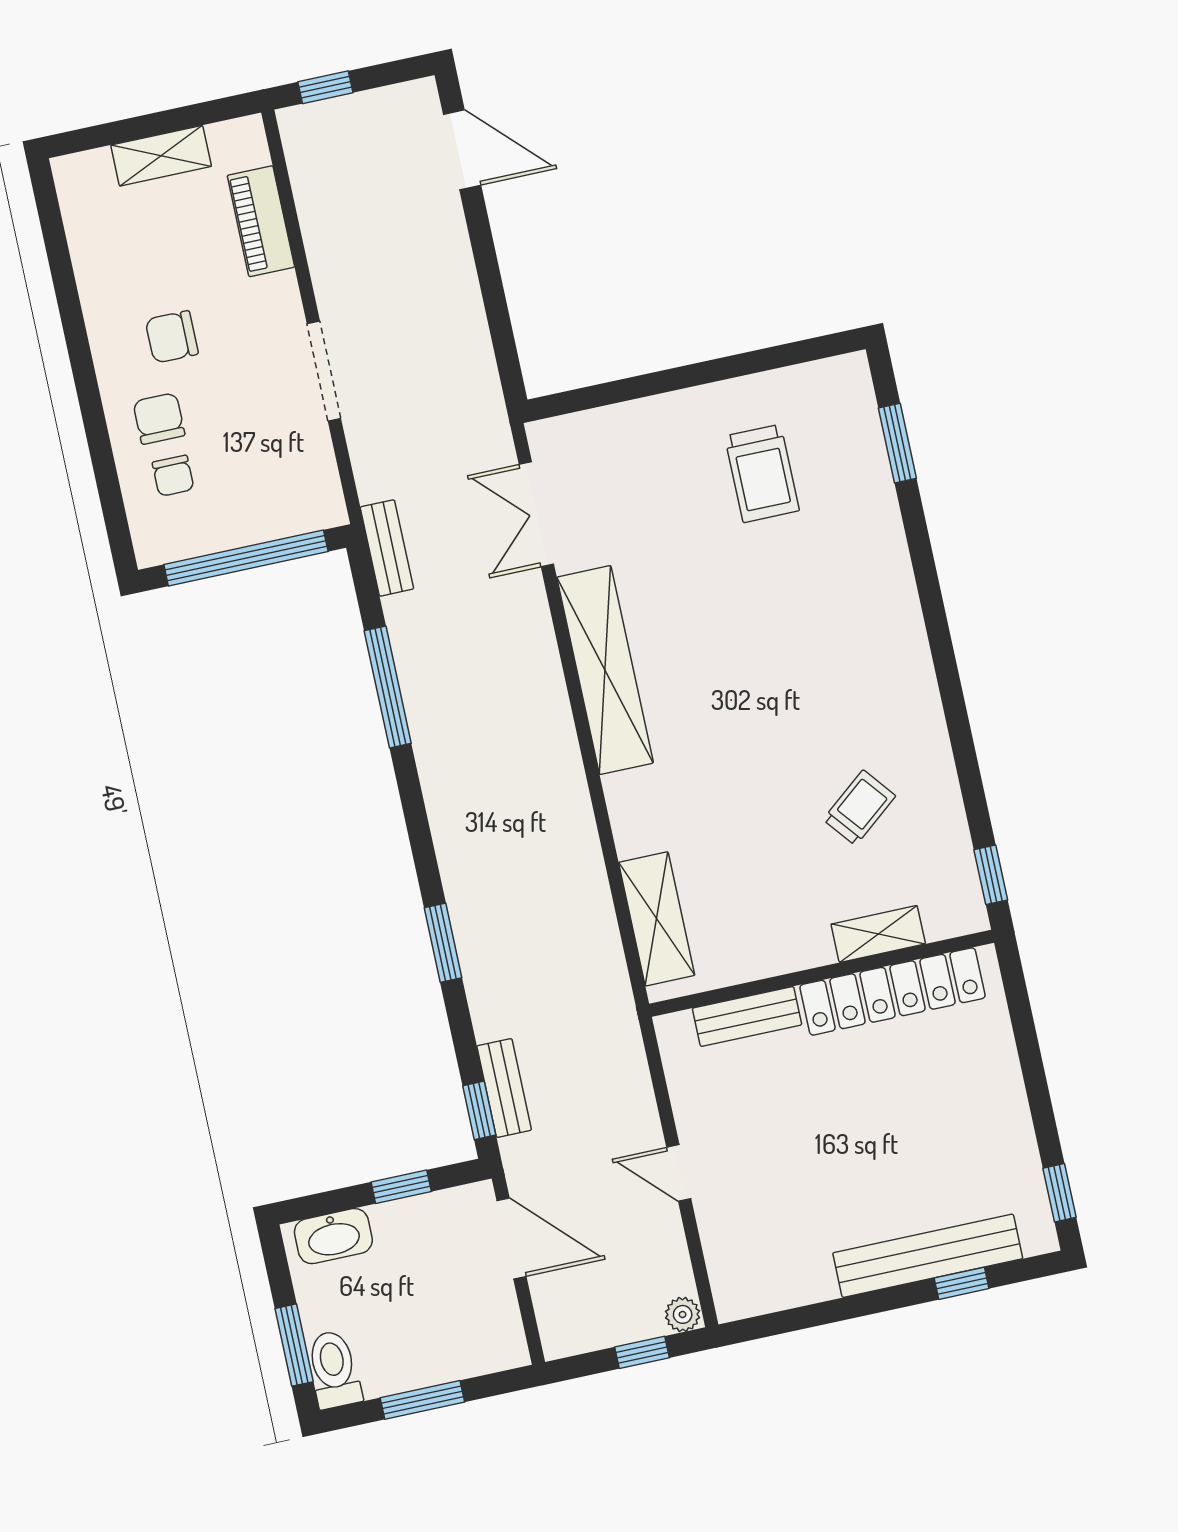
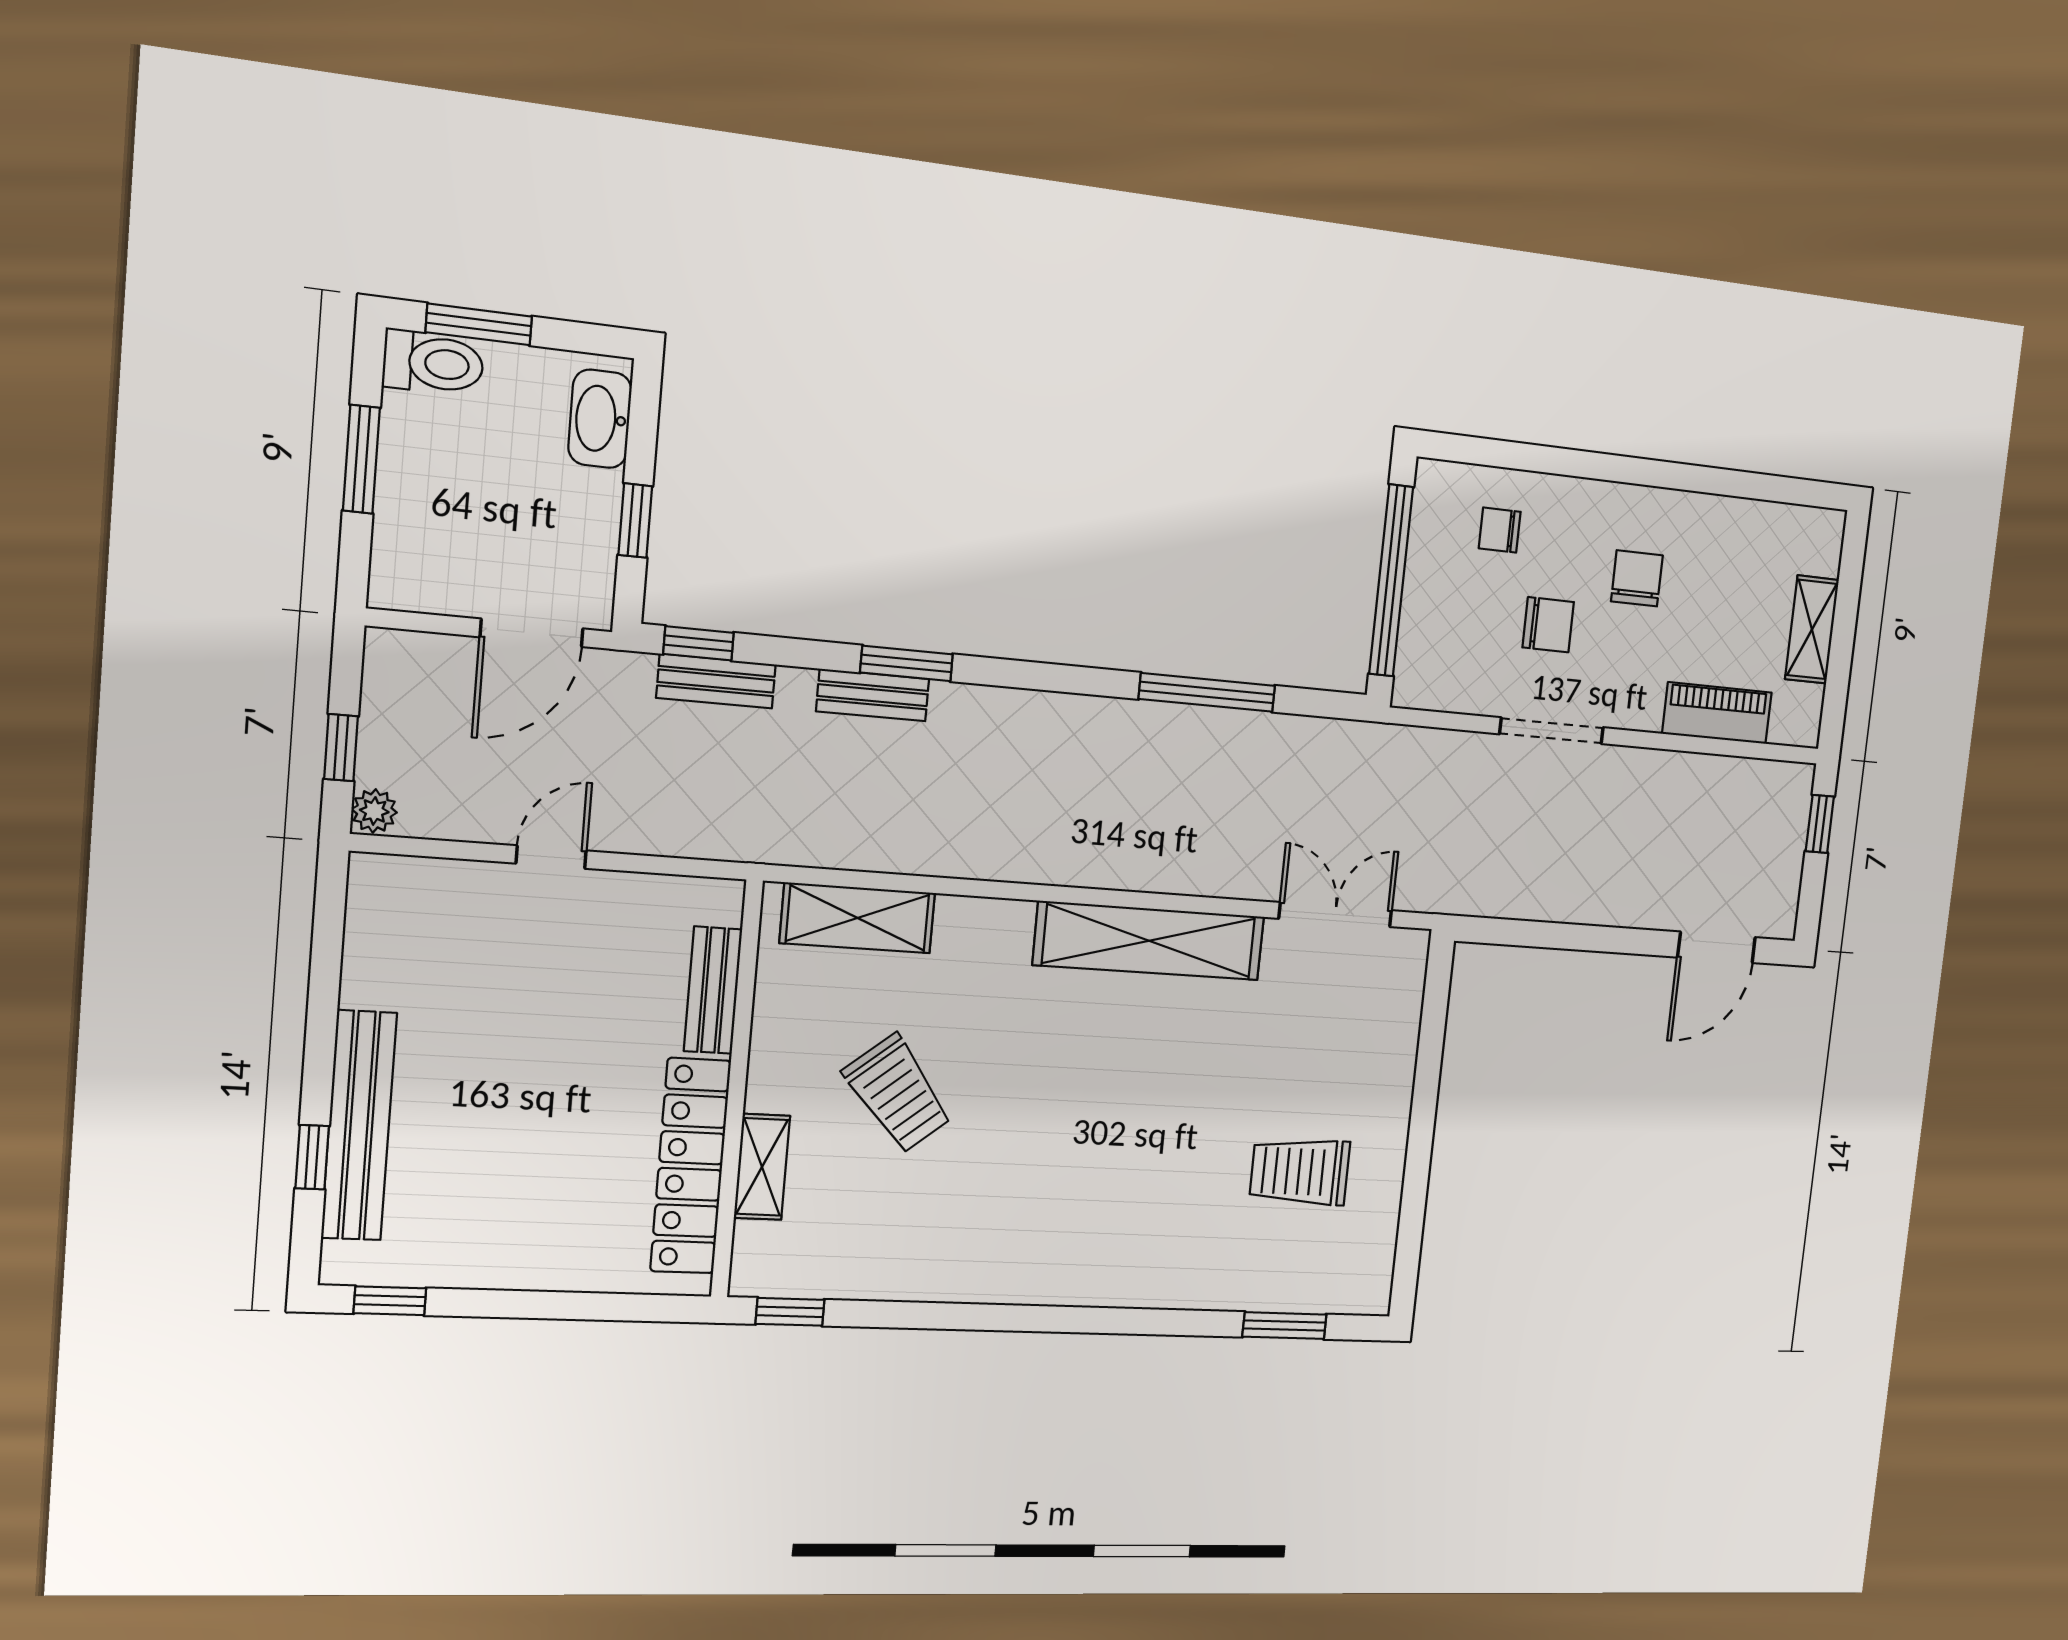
chair: (159, 419) -> (1548, 625), moved
bench: (387, 548) -> (873, 695), moved
trolley: (859, 808) -> (898, 1094), moved, width x1.36, depth x1.39

